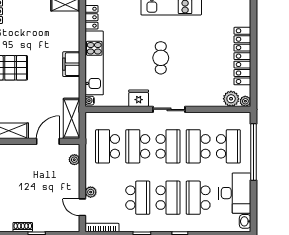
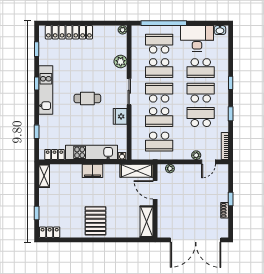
locker: (242, 56) -> (69, 32), moved
plant: (231, 99) -> (121, 62), moved

